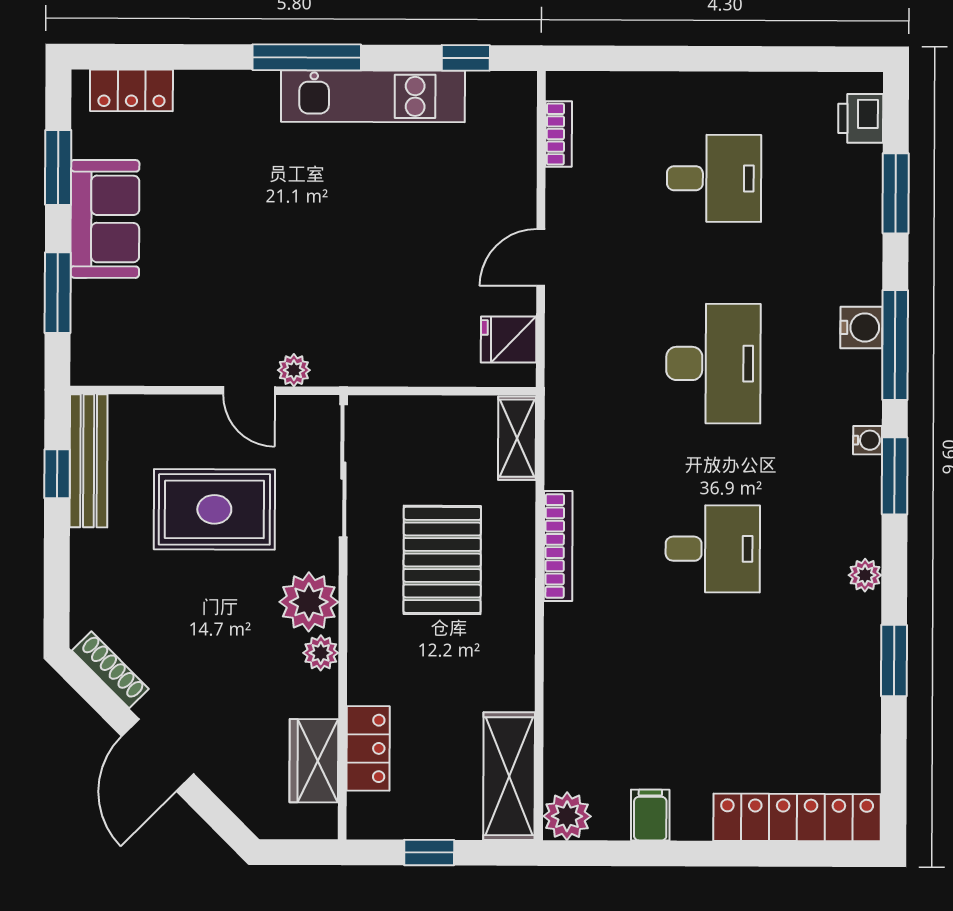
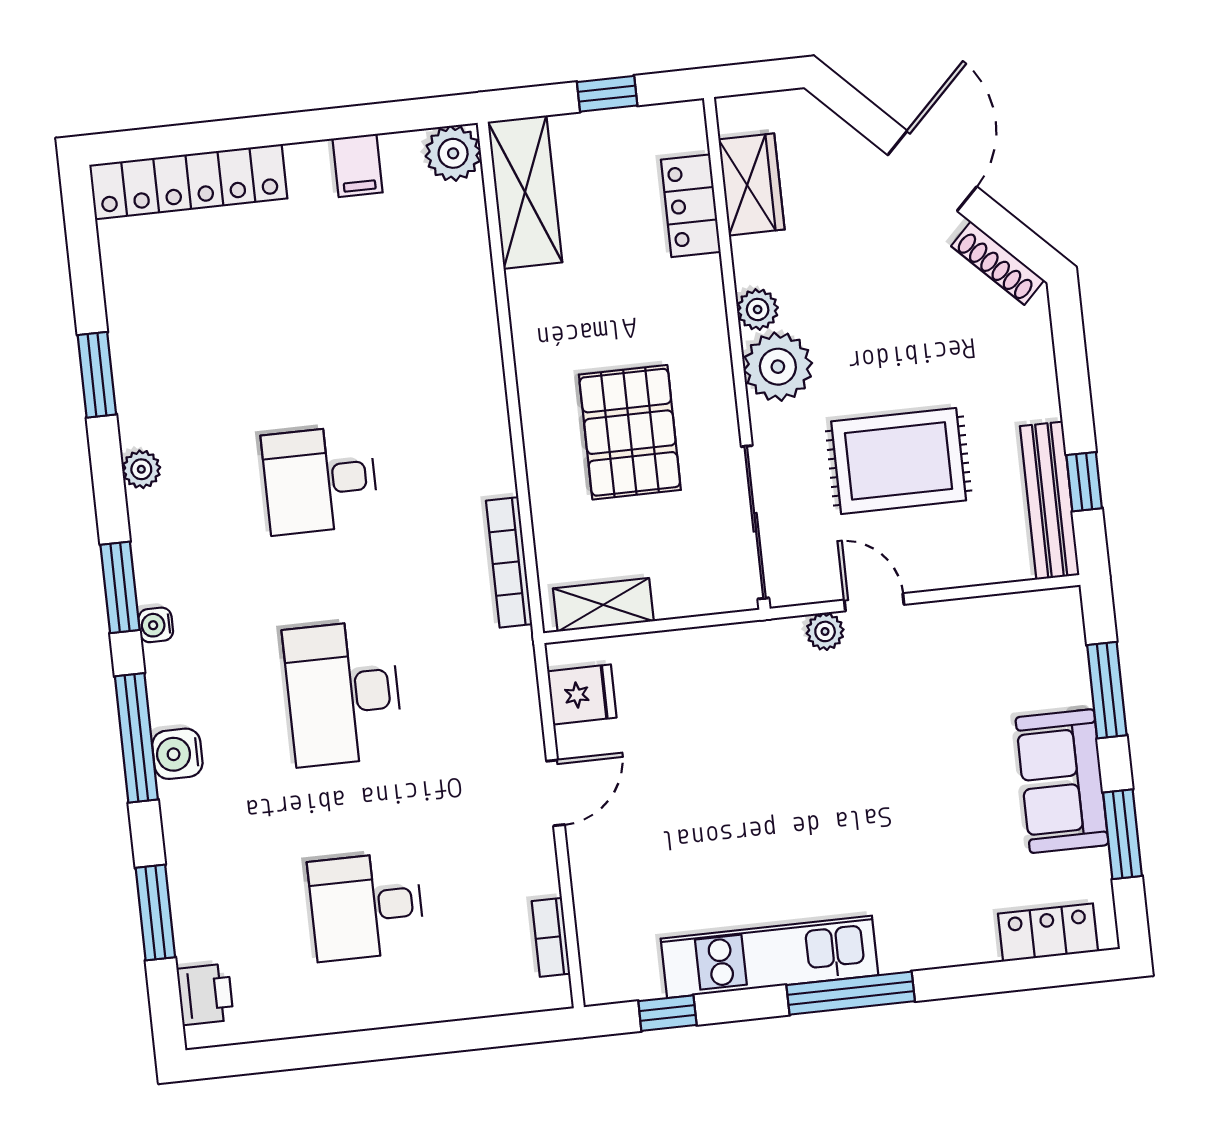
shelving: (517, 438) -> (603, 605), moved, turned 90
bookcase: (558, 546) -> (509, 562), moved

